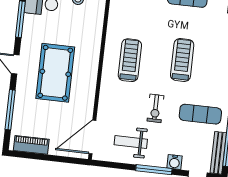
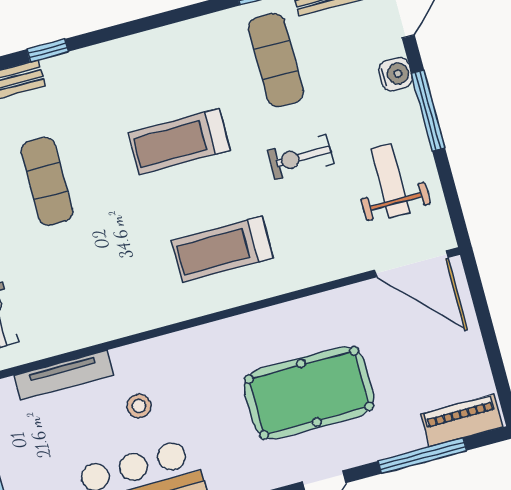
exercise bike: (155, 108) -> (301, 157), turned 180
weight bench: (131, 142) -> (390, 181), turned 180
piano: (31, 145) -> (462, 421), moved, turned 90

